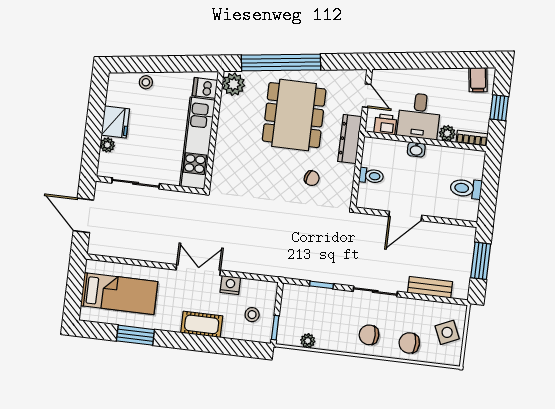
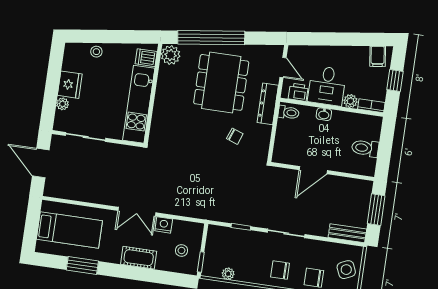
toilet: (371, 176) -> (289, 113), moved
double door: (198, 270) -> (137, 212), swing flipped
bench: (430, 287) -> (347, 233), moved

